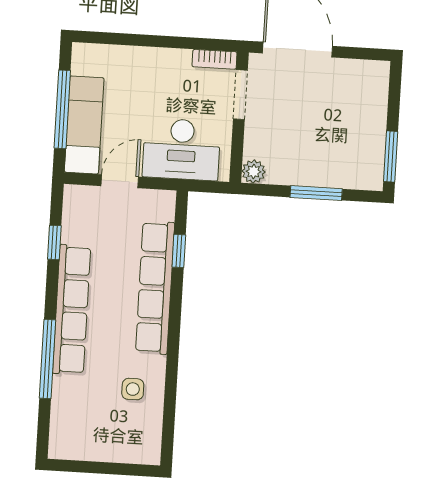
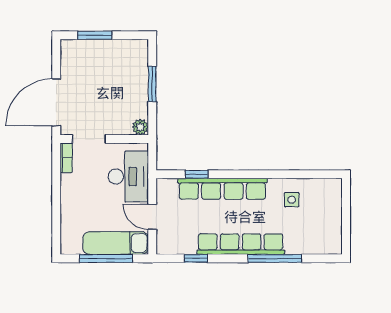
window: (391, 156) -> (95, 35), moved

